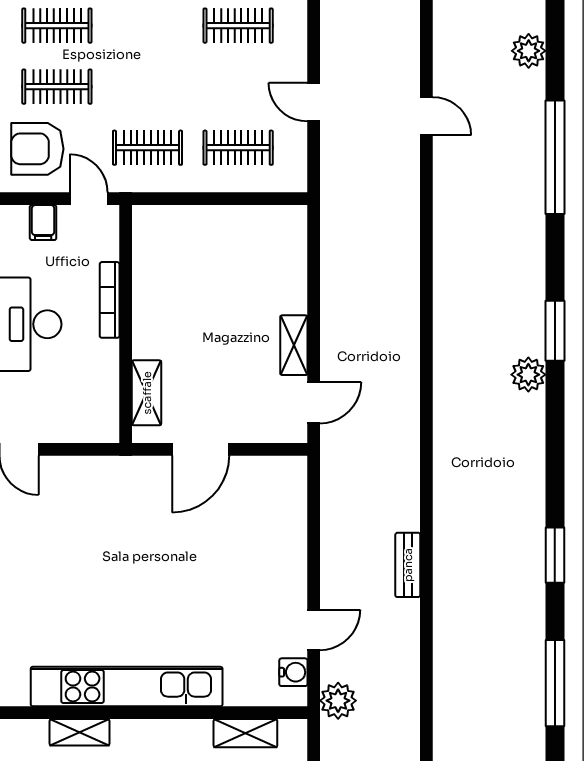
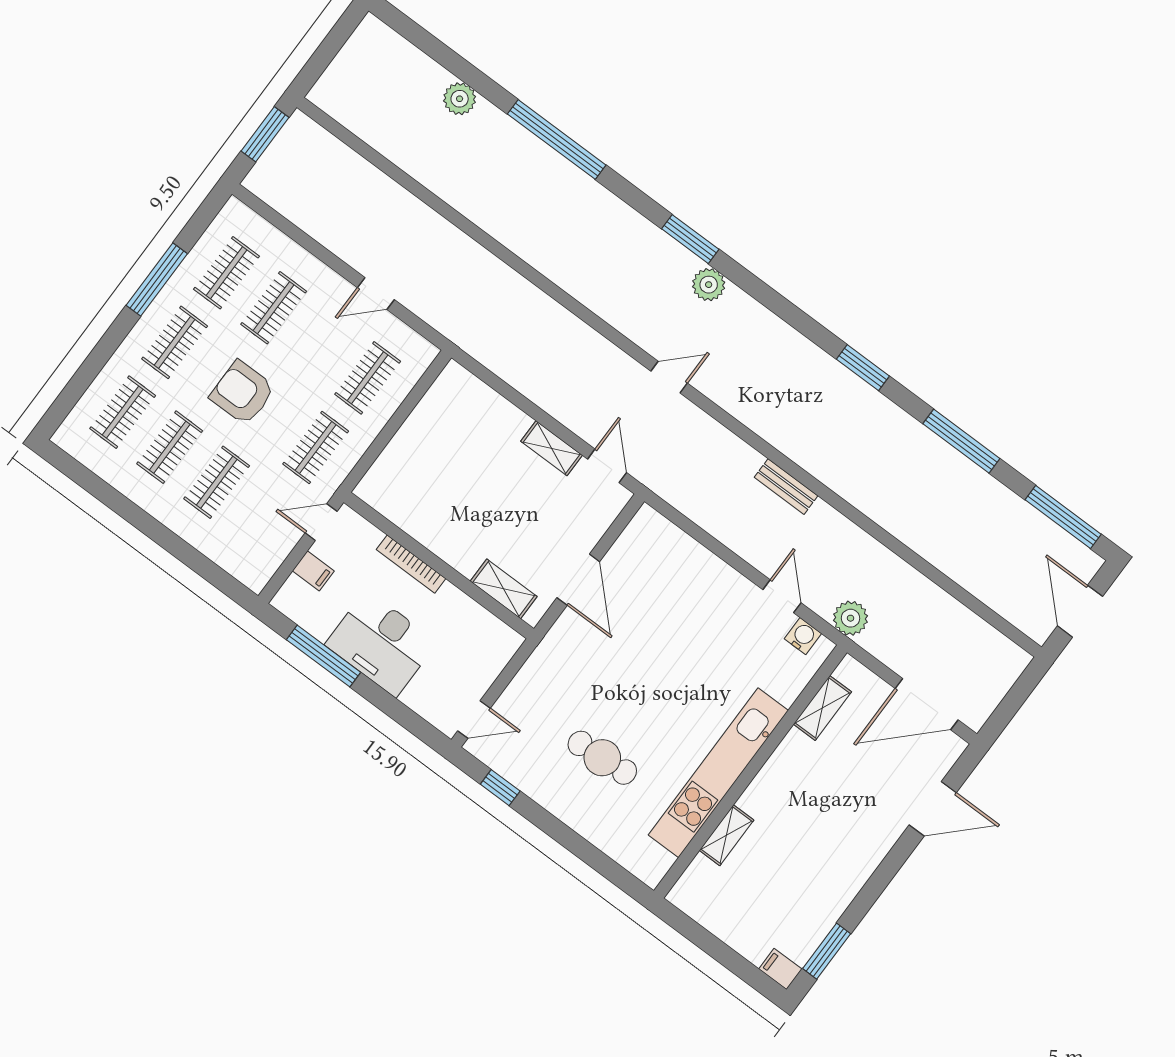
door: (426, 116) -> (669, 377), moved
armchair: (37, 149) -> (242, 393), moved, turned 90
cafe table: (67, 580) -> (602, 758), added

